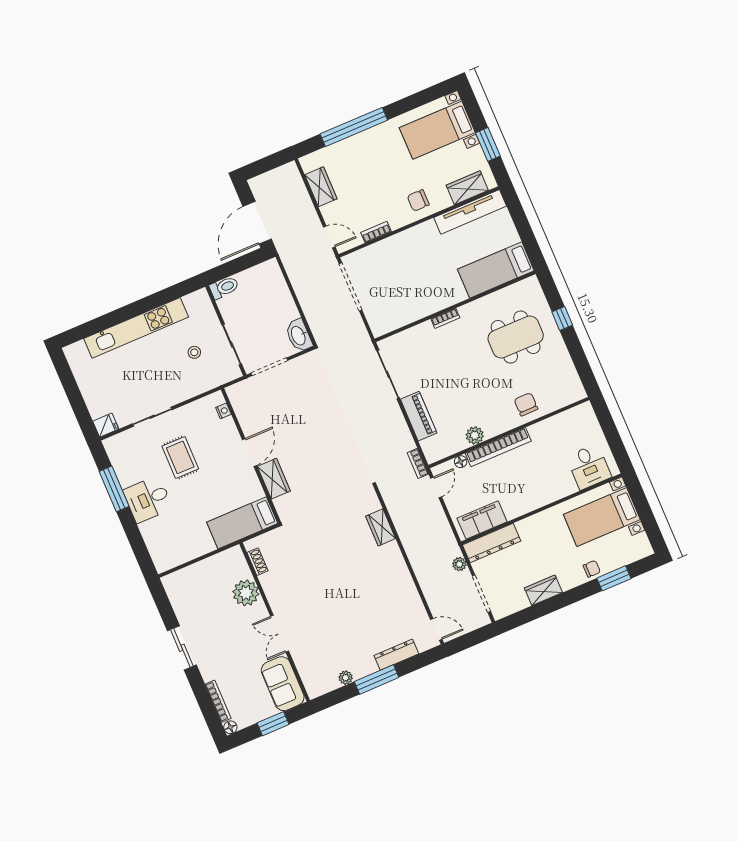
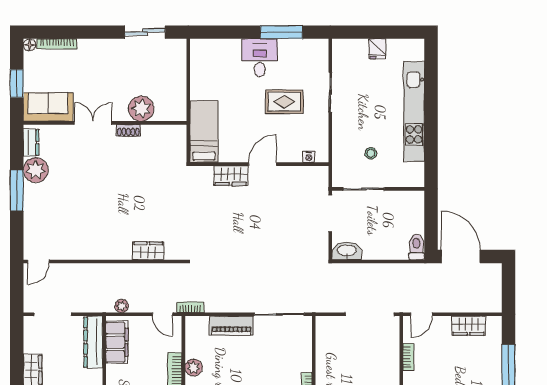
toilet: (224, 288) -> (416, 247), moved, turned 180
fridge: (106, 425) -> (377, 49), moved
door: (250, 453) -> (263, 164), swing flipped
floor lamp: (461, 462) -> (176, 345), removed
shoe rack: (257, 562) -> (128, 130), moved
plant: (459, 564) -> (122, 306), moved
sliding door: (182, 648) -> (145, 32), moved
dresser: (396, 655) -> (31, 142), moved, width x0.70
plant: (346, 678) -> (36, 170), width x1.88, depth x1.88

